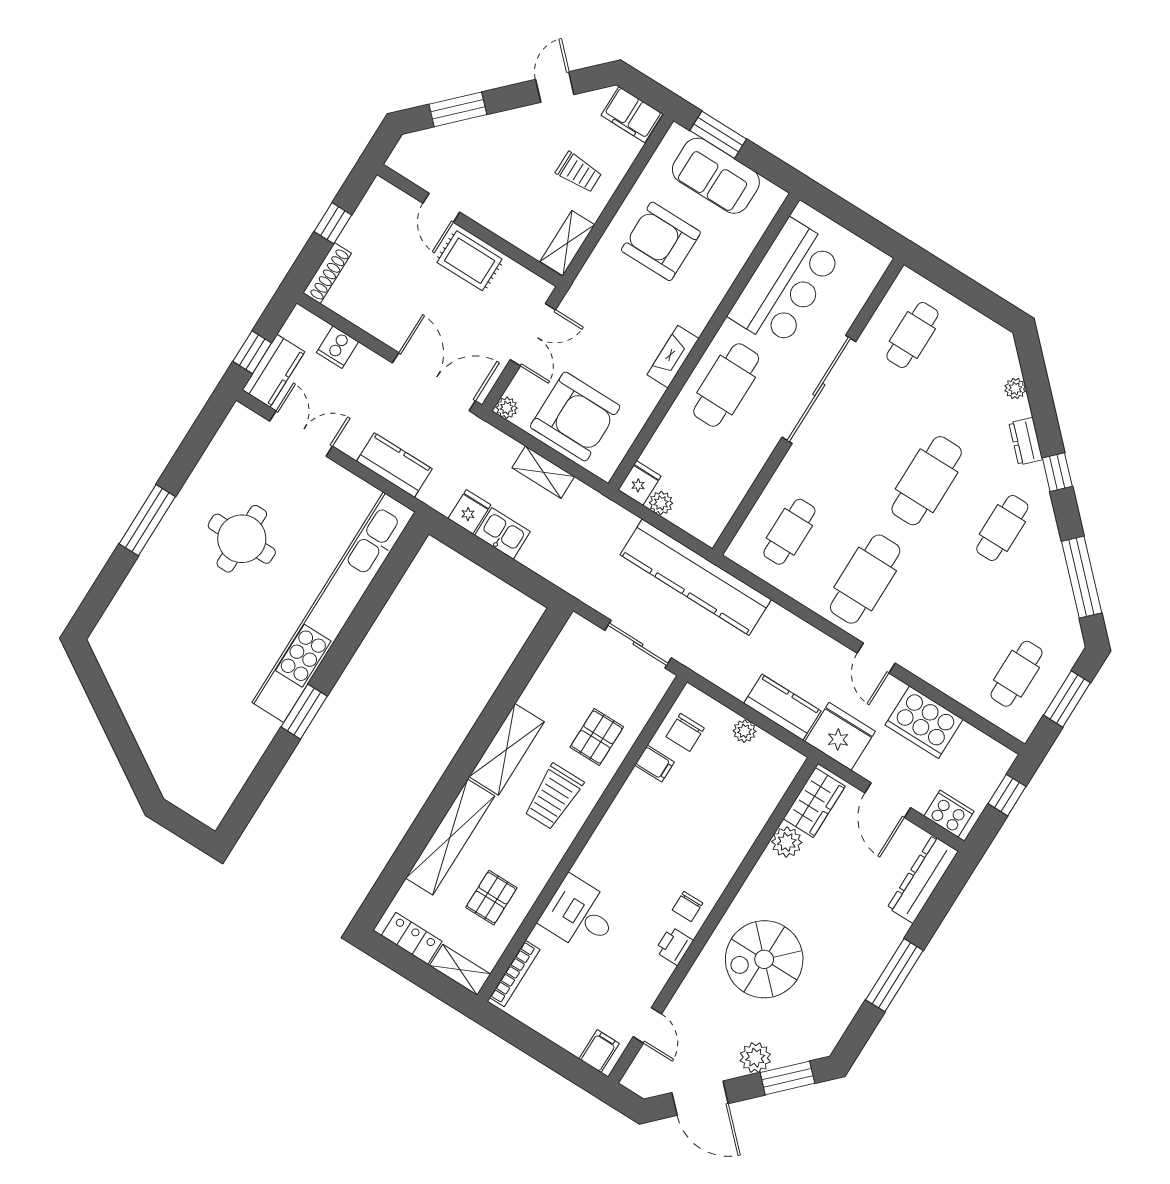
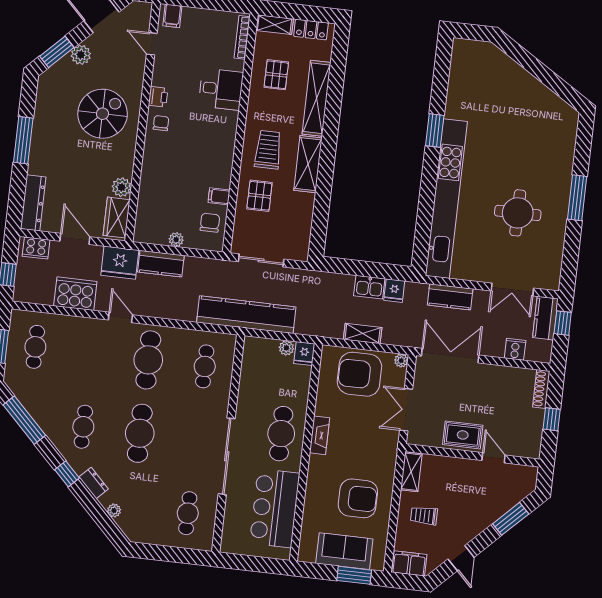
double door: (434, 382) -> (450, 356), swing flipped

